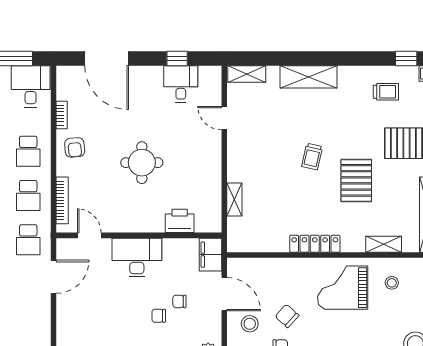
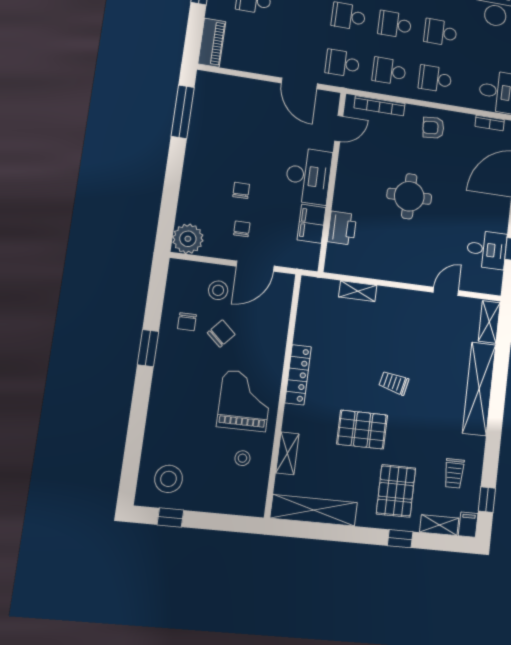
shelving: (308, 77) -> (479, 389), width x1.47
bookcase: (62, 115) -> (490, 123), moved
filing cabinet: (210, 255) -> (312, 224), moved, turned -90
chair: (179, 301) -> (242, 229), moved

